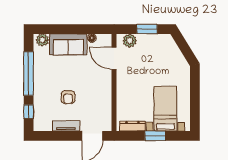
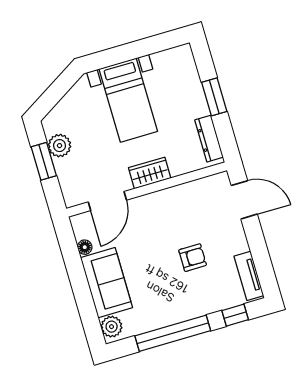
plant: (130, 41) -> (60, 146), moved
wardrobe: (123, 87) -> (150, 173), added
bed with nightstands: (165, 109) -> (128, 100), moved, turned -90
tv unit: (66, 126) -> (249, 276), moved

